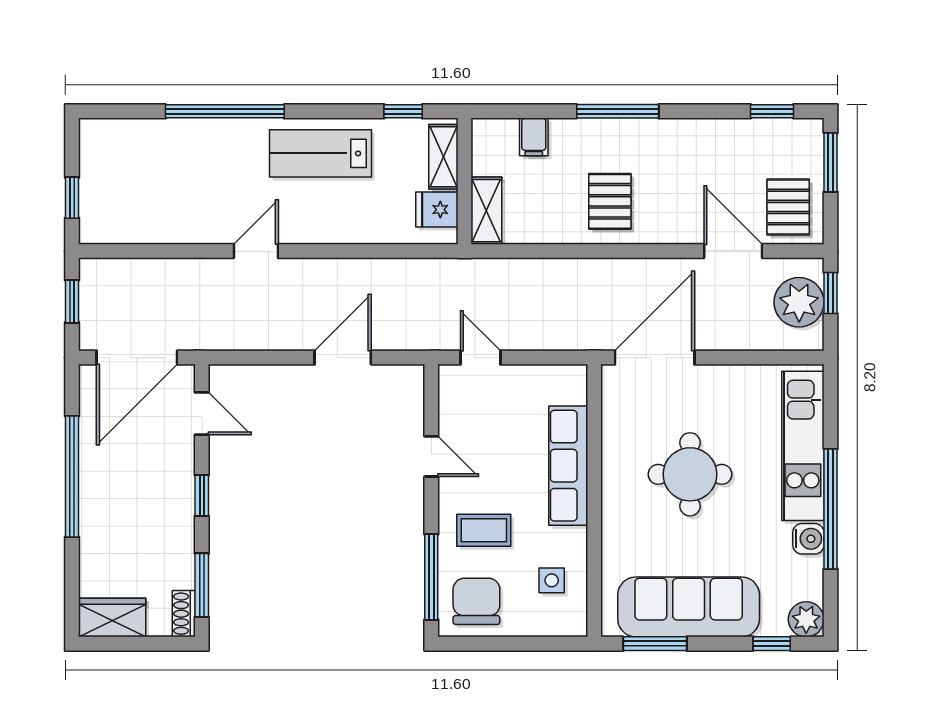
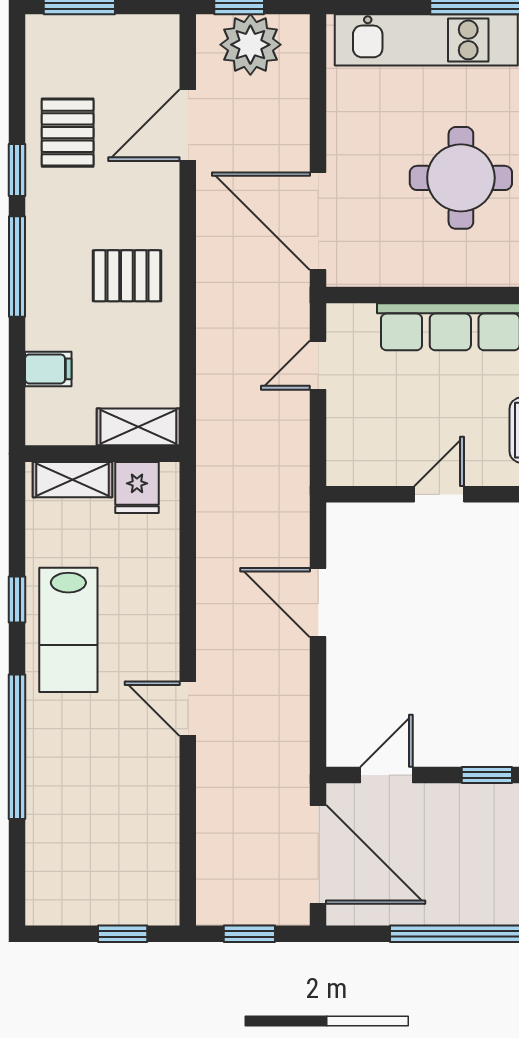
window: (403, 111) -> (17, 600), moved
window: (772, 111) -> (17, 170), moved
pallet: (788, 207) -> (68, 133), moved, turned 90
door: (481, 358) -> (318, 365), moved

